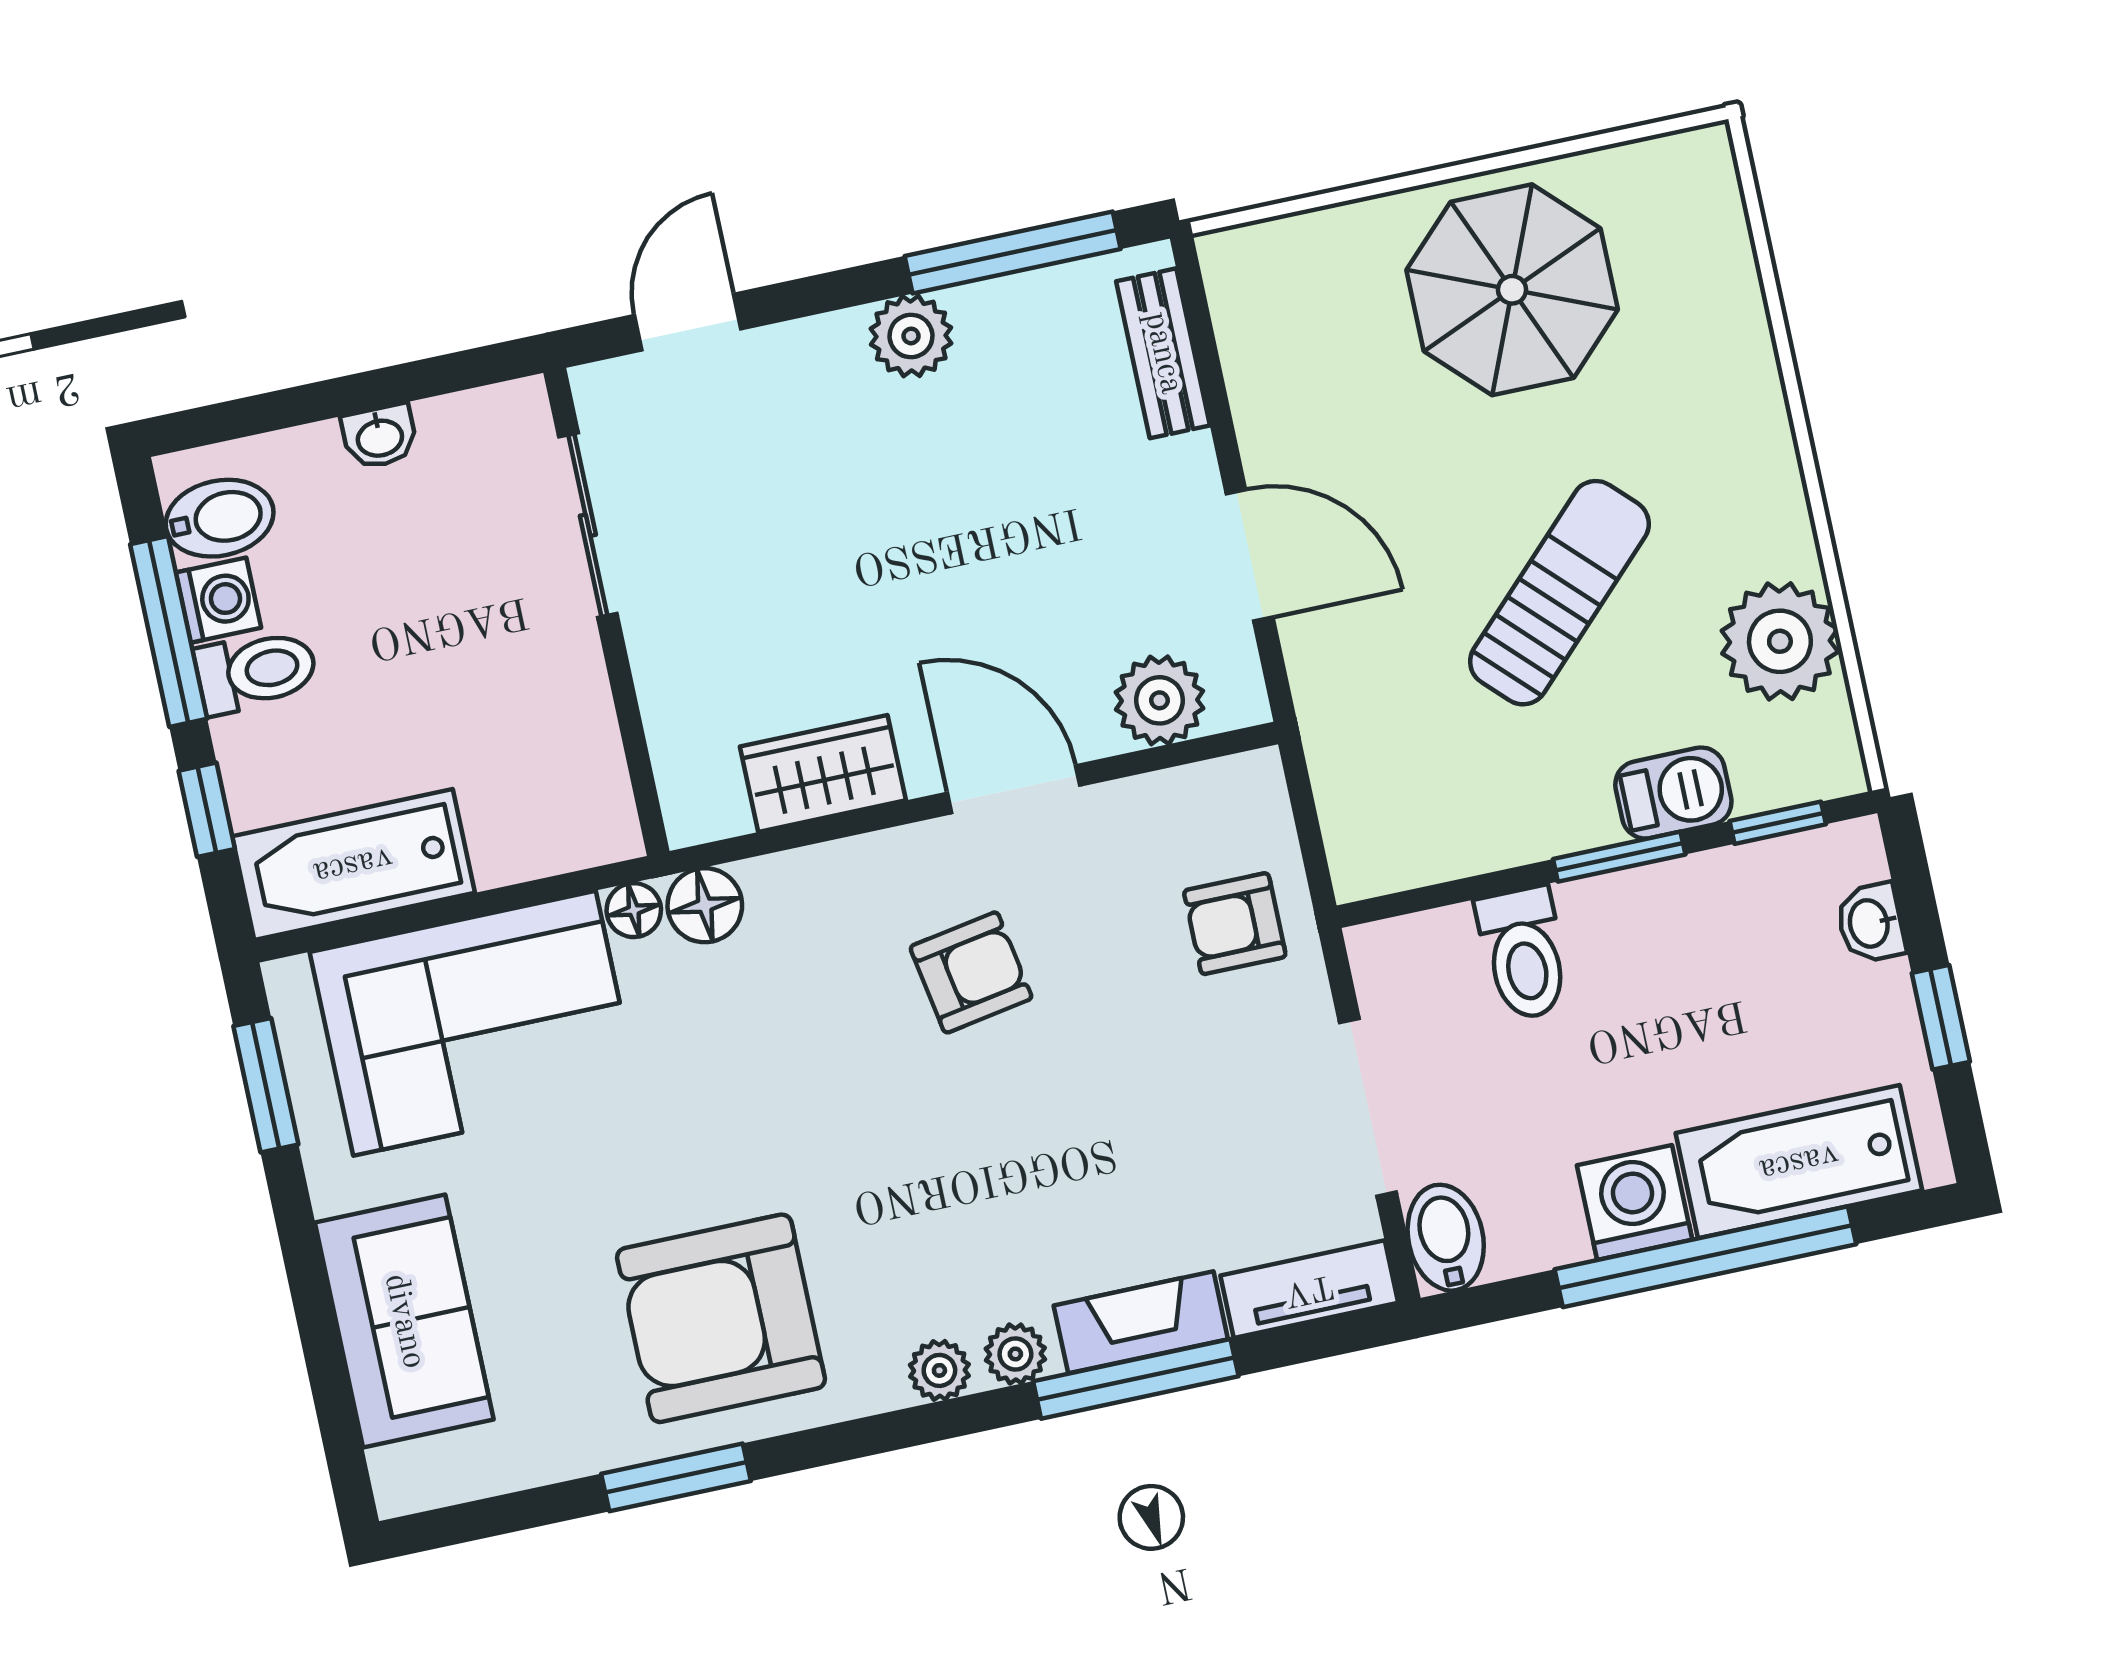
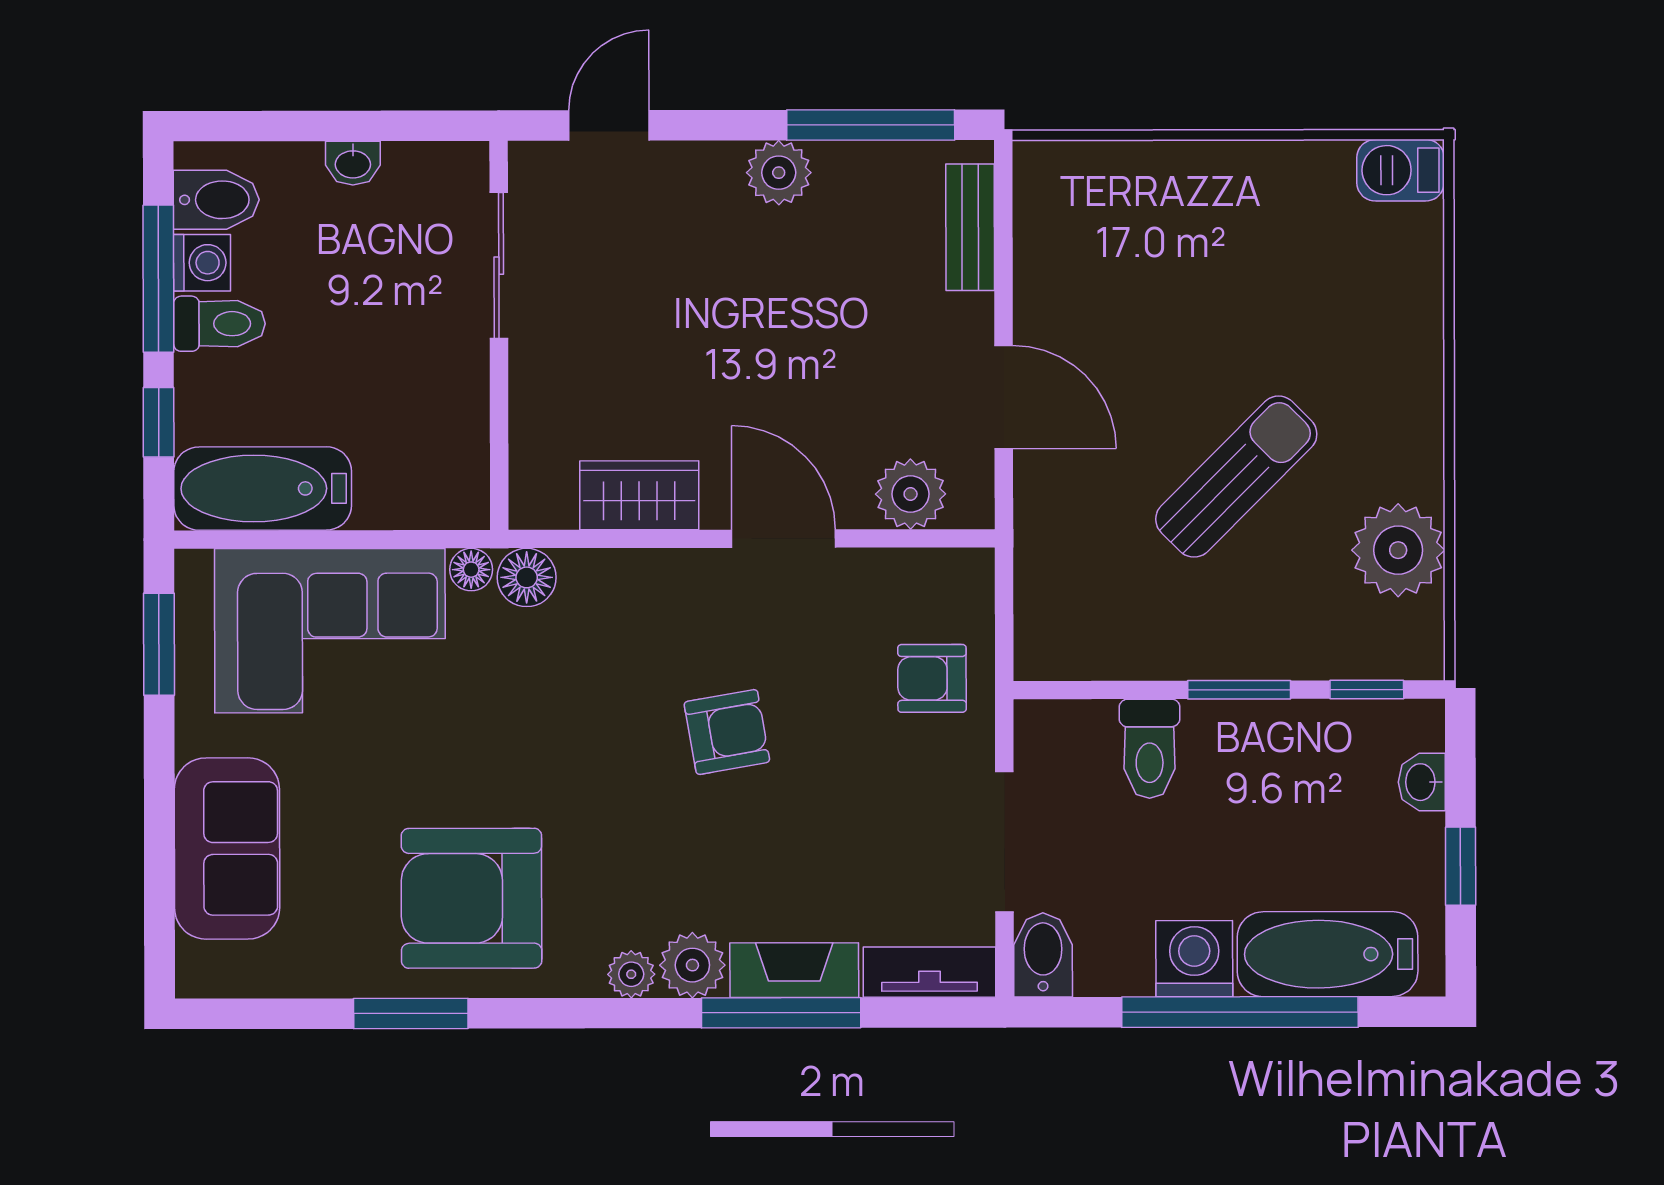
parasol: (1512, 290) -> (1249, 235), removed
barbecue: (1673, 793) -> (1401, 170), moved, turned 180
armchair: (971, 972) -> (727, 732), moved
plant: (1015, 1354) -> (692, 965), width x1.38, depth x1.38

